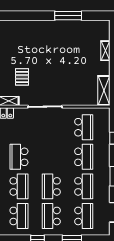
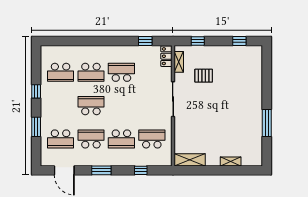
school desk: (84, 127) -> (152, 139), turned 180
school desk: (84, 186) -> (91, 139), turned 180
school desk: (51, 216) -> (61, 106), removed

